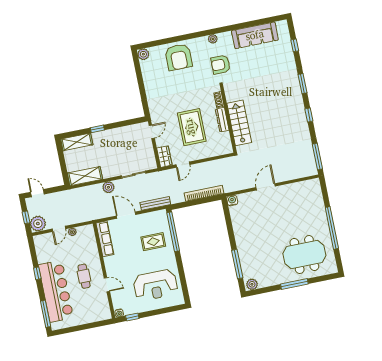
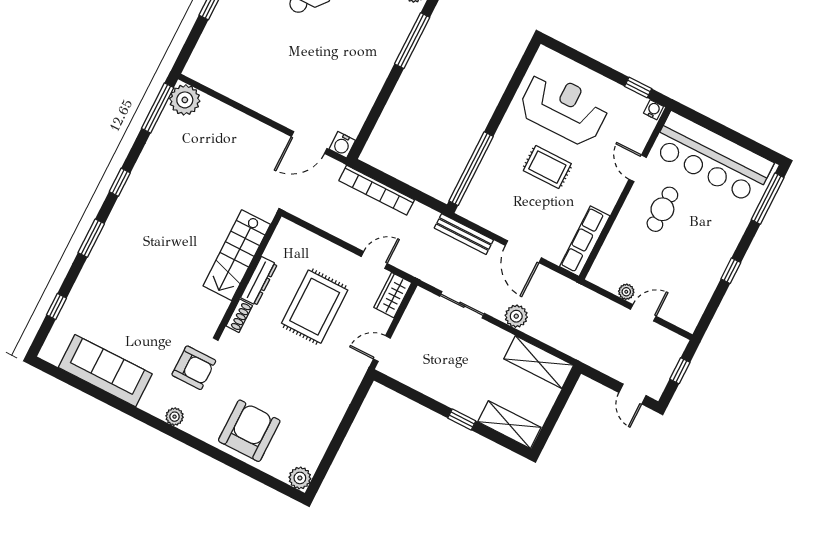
door: (266, 187) -> (309, 143), moved
plant: (38, 224) -> (185, 100), moved
rug: (153, 242) -> (547, 167), moved
bar counter: (56, 291) -> (712, 158), moved, turned -90

